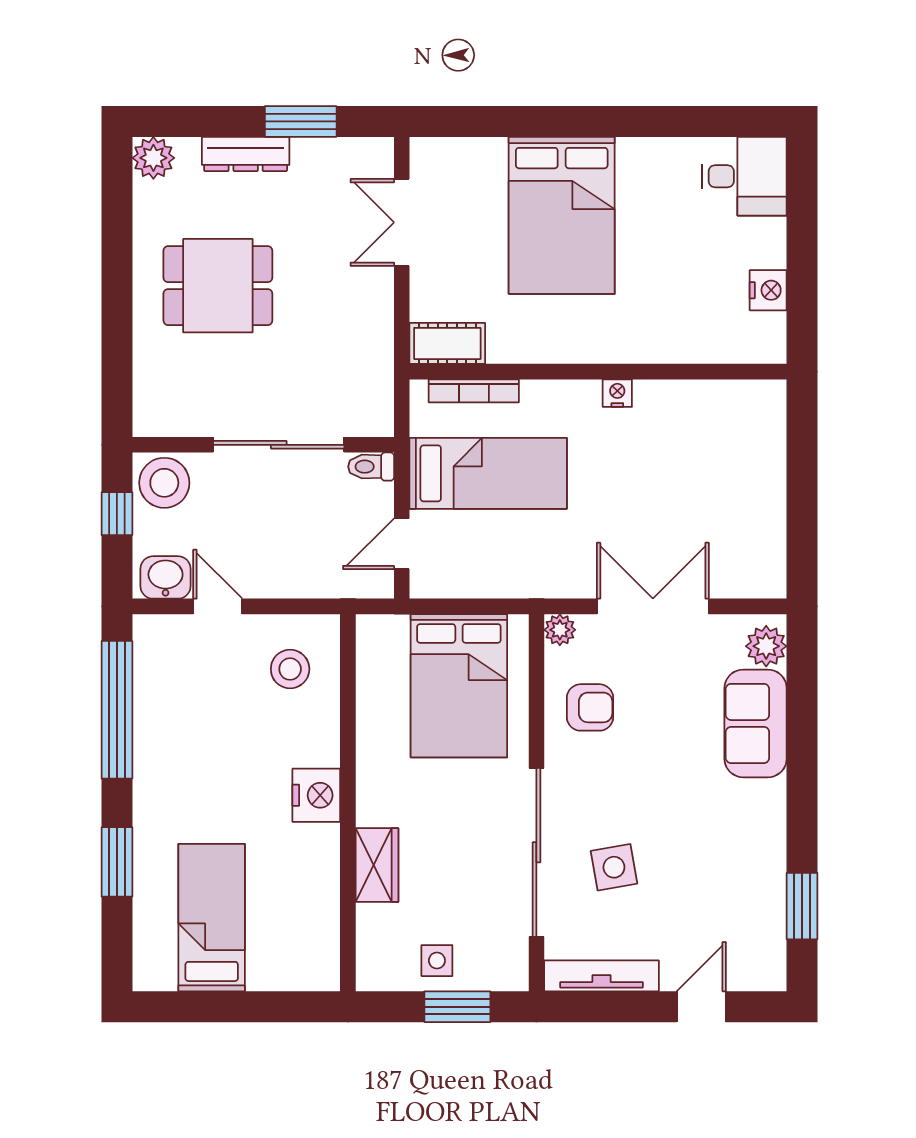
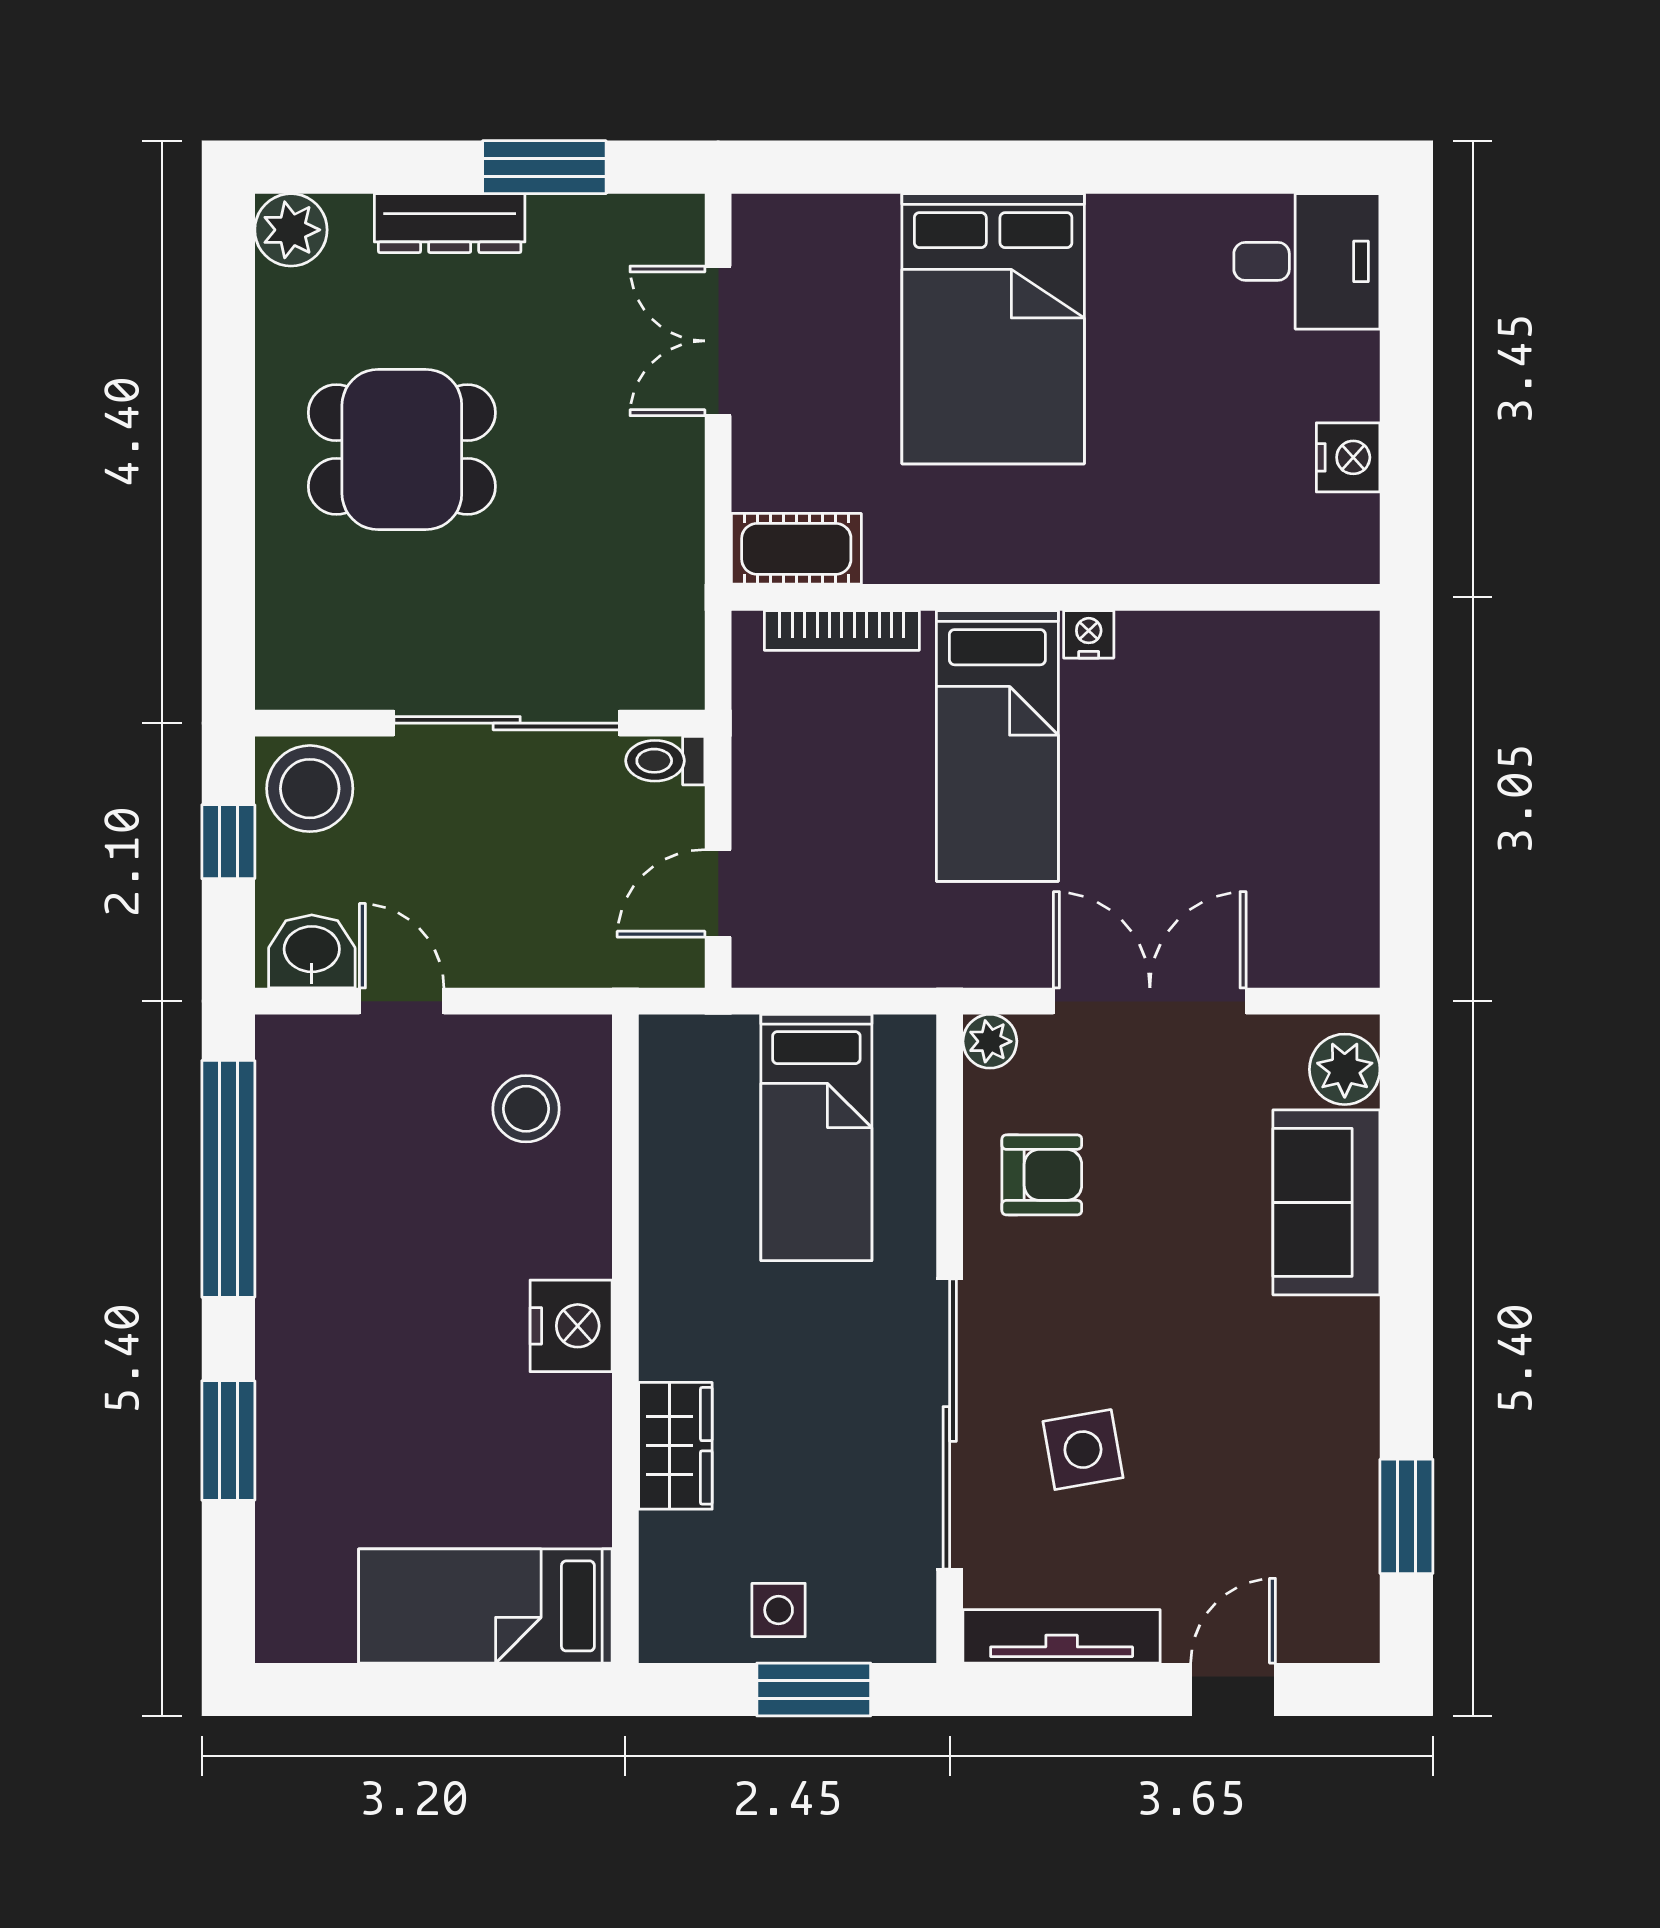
bed: (488, 473) -> (997, 746), moved, turned 90
bed: (459, 686) -> (816, 1138), width x0.67
bed: (212, 918) -> (485, 1606), moved, turned -90

